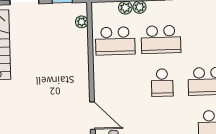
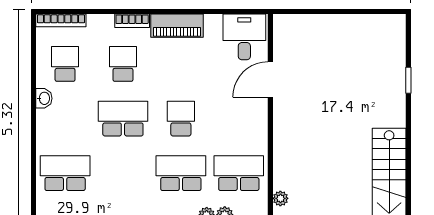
door: (92, 116) -> (270, 79), hinge flipped

